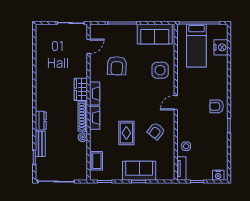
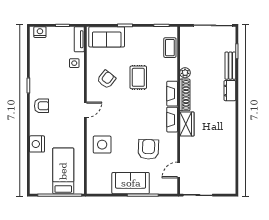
sofa: (155, 34) -> (131, 183), moved
nightstand: (221, 47) -> (37, 144), moved
sofa: (139, 171) -> (107, 37), moved

